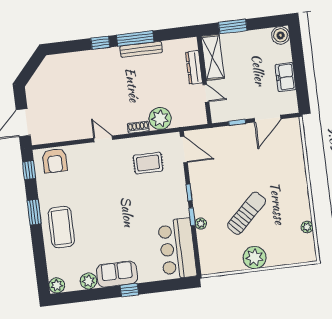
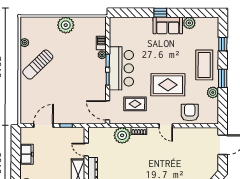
armchair: (55, 161) -> (190, 112), moved
window: (29, 170) -> (223, 44), moved
rug: (107, 194) -> (168, 85), added
sun lounger: (246, 213) -> (38, 65), moved
barbecue: (204, 239) -> (101, 43), added
bar counter: (177, 249) -> (121, 68), moved
plant: (57, 285) -> (213, 92), moved

